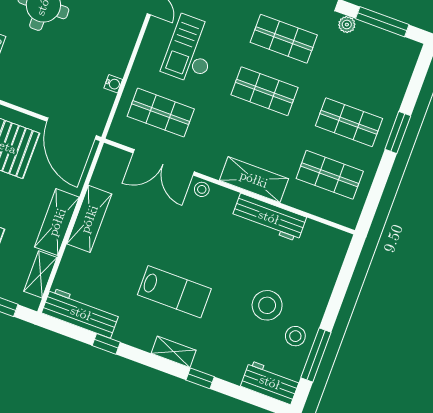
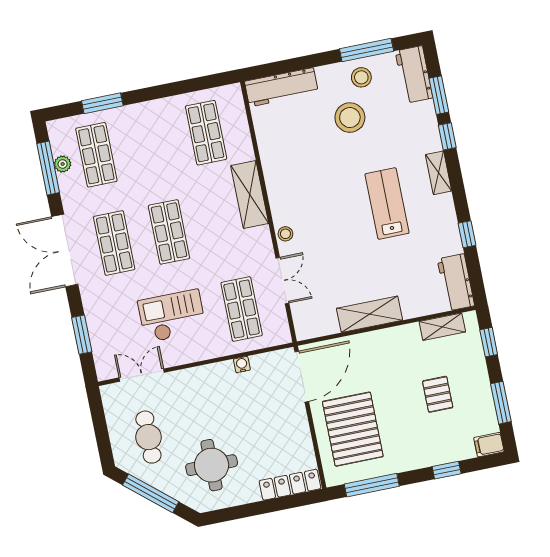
plant: (347, 25) -> (63, 164), moved
checkout: (191, 50) -> (172, 316), turned 180
shop shelf: (349, 122) -> (96, 155), moved
window: (398, 132) -> (102, 103), moved
double door: (164, 162) -> (282, 281), width x0.73
workbench: (269, 217) -> (281, 87), moved, turned 90
shelving: (57, 222) -> (389, 340), removed
workbench: (81, 313) -> (456, 282), width x0.73
window: (240, 393) -> (439, 95), added

